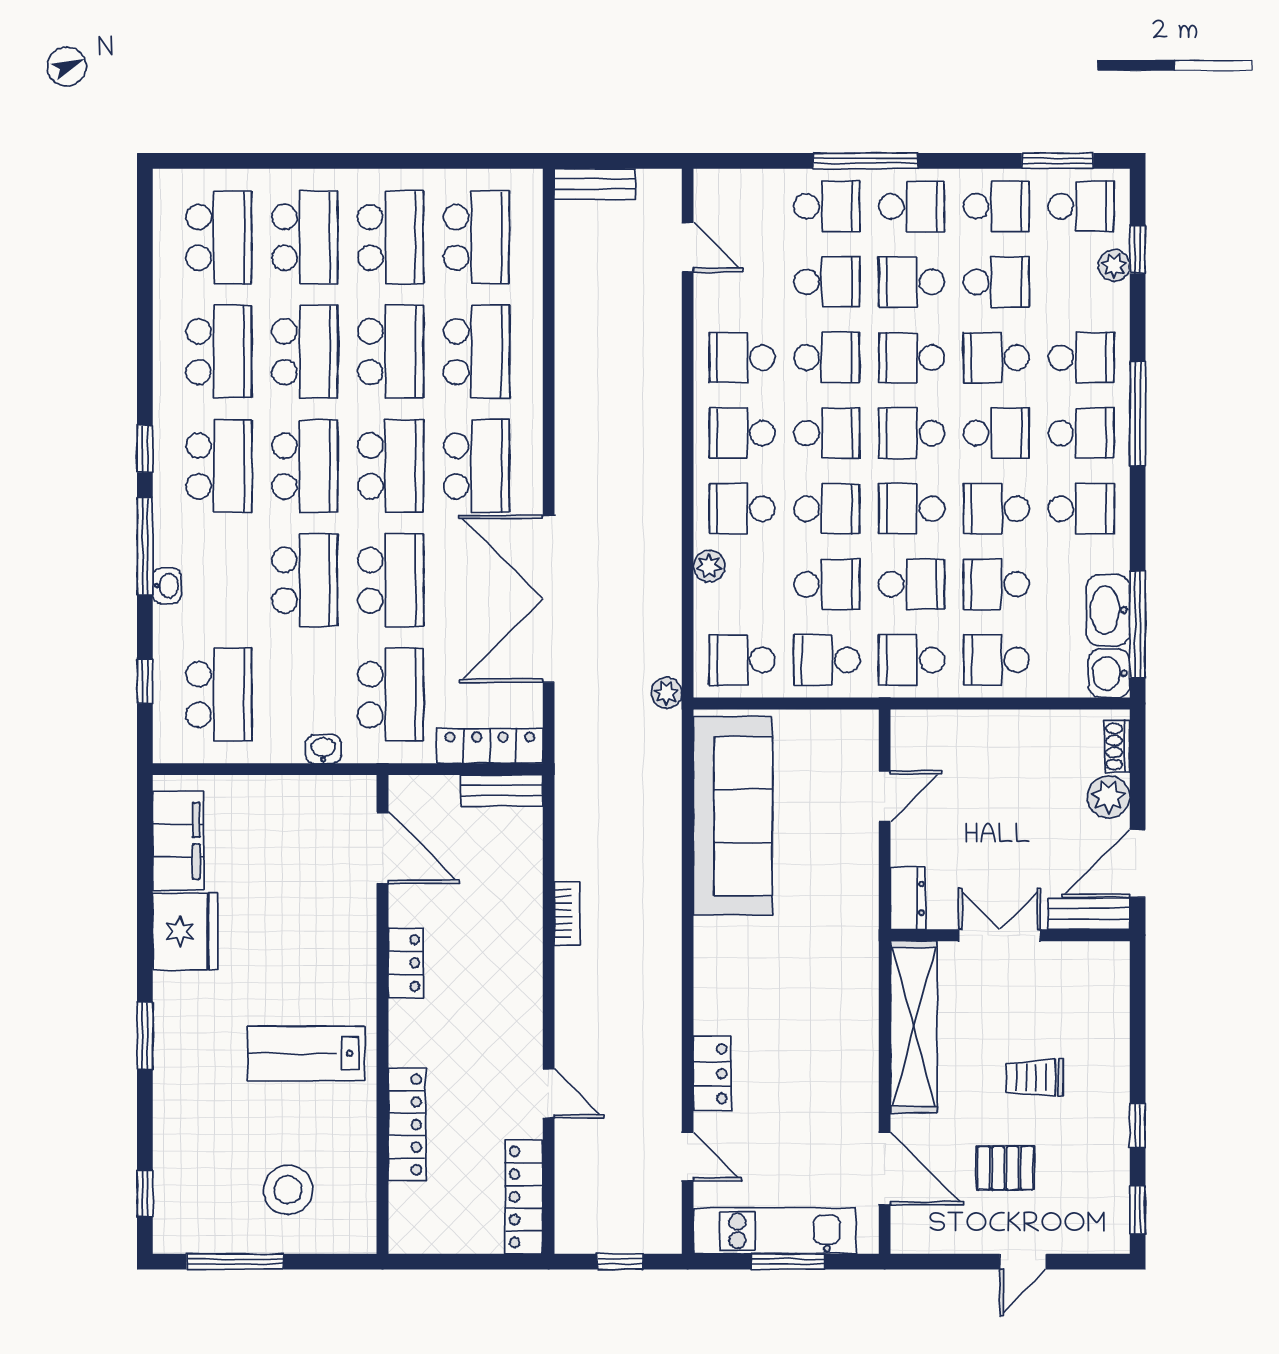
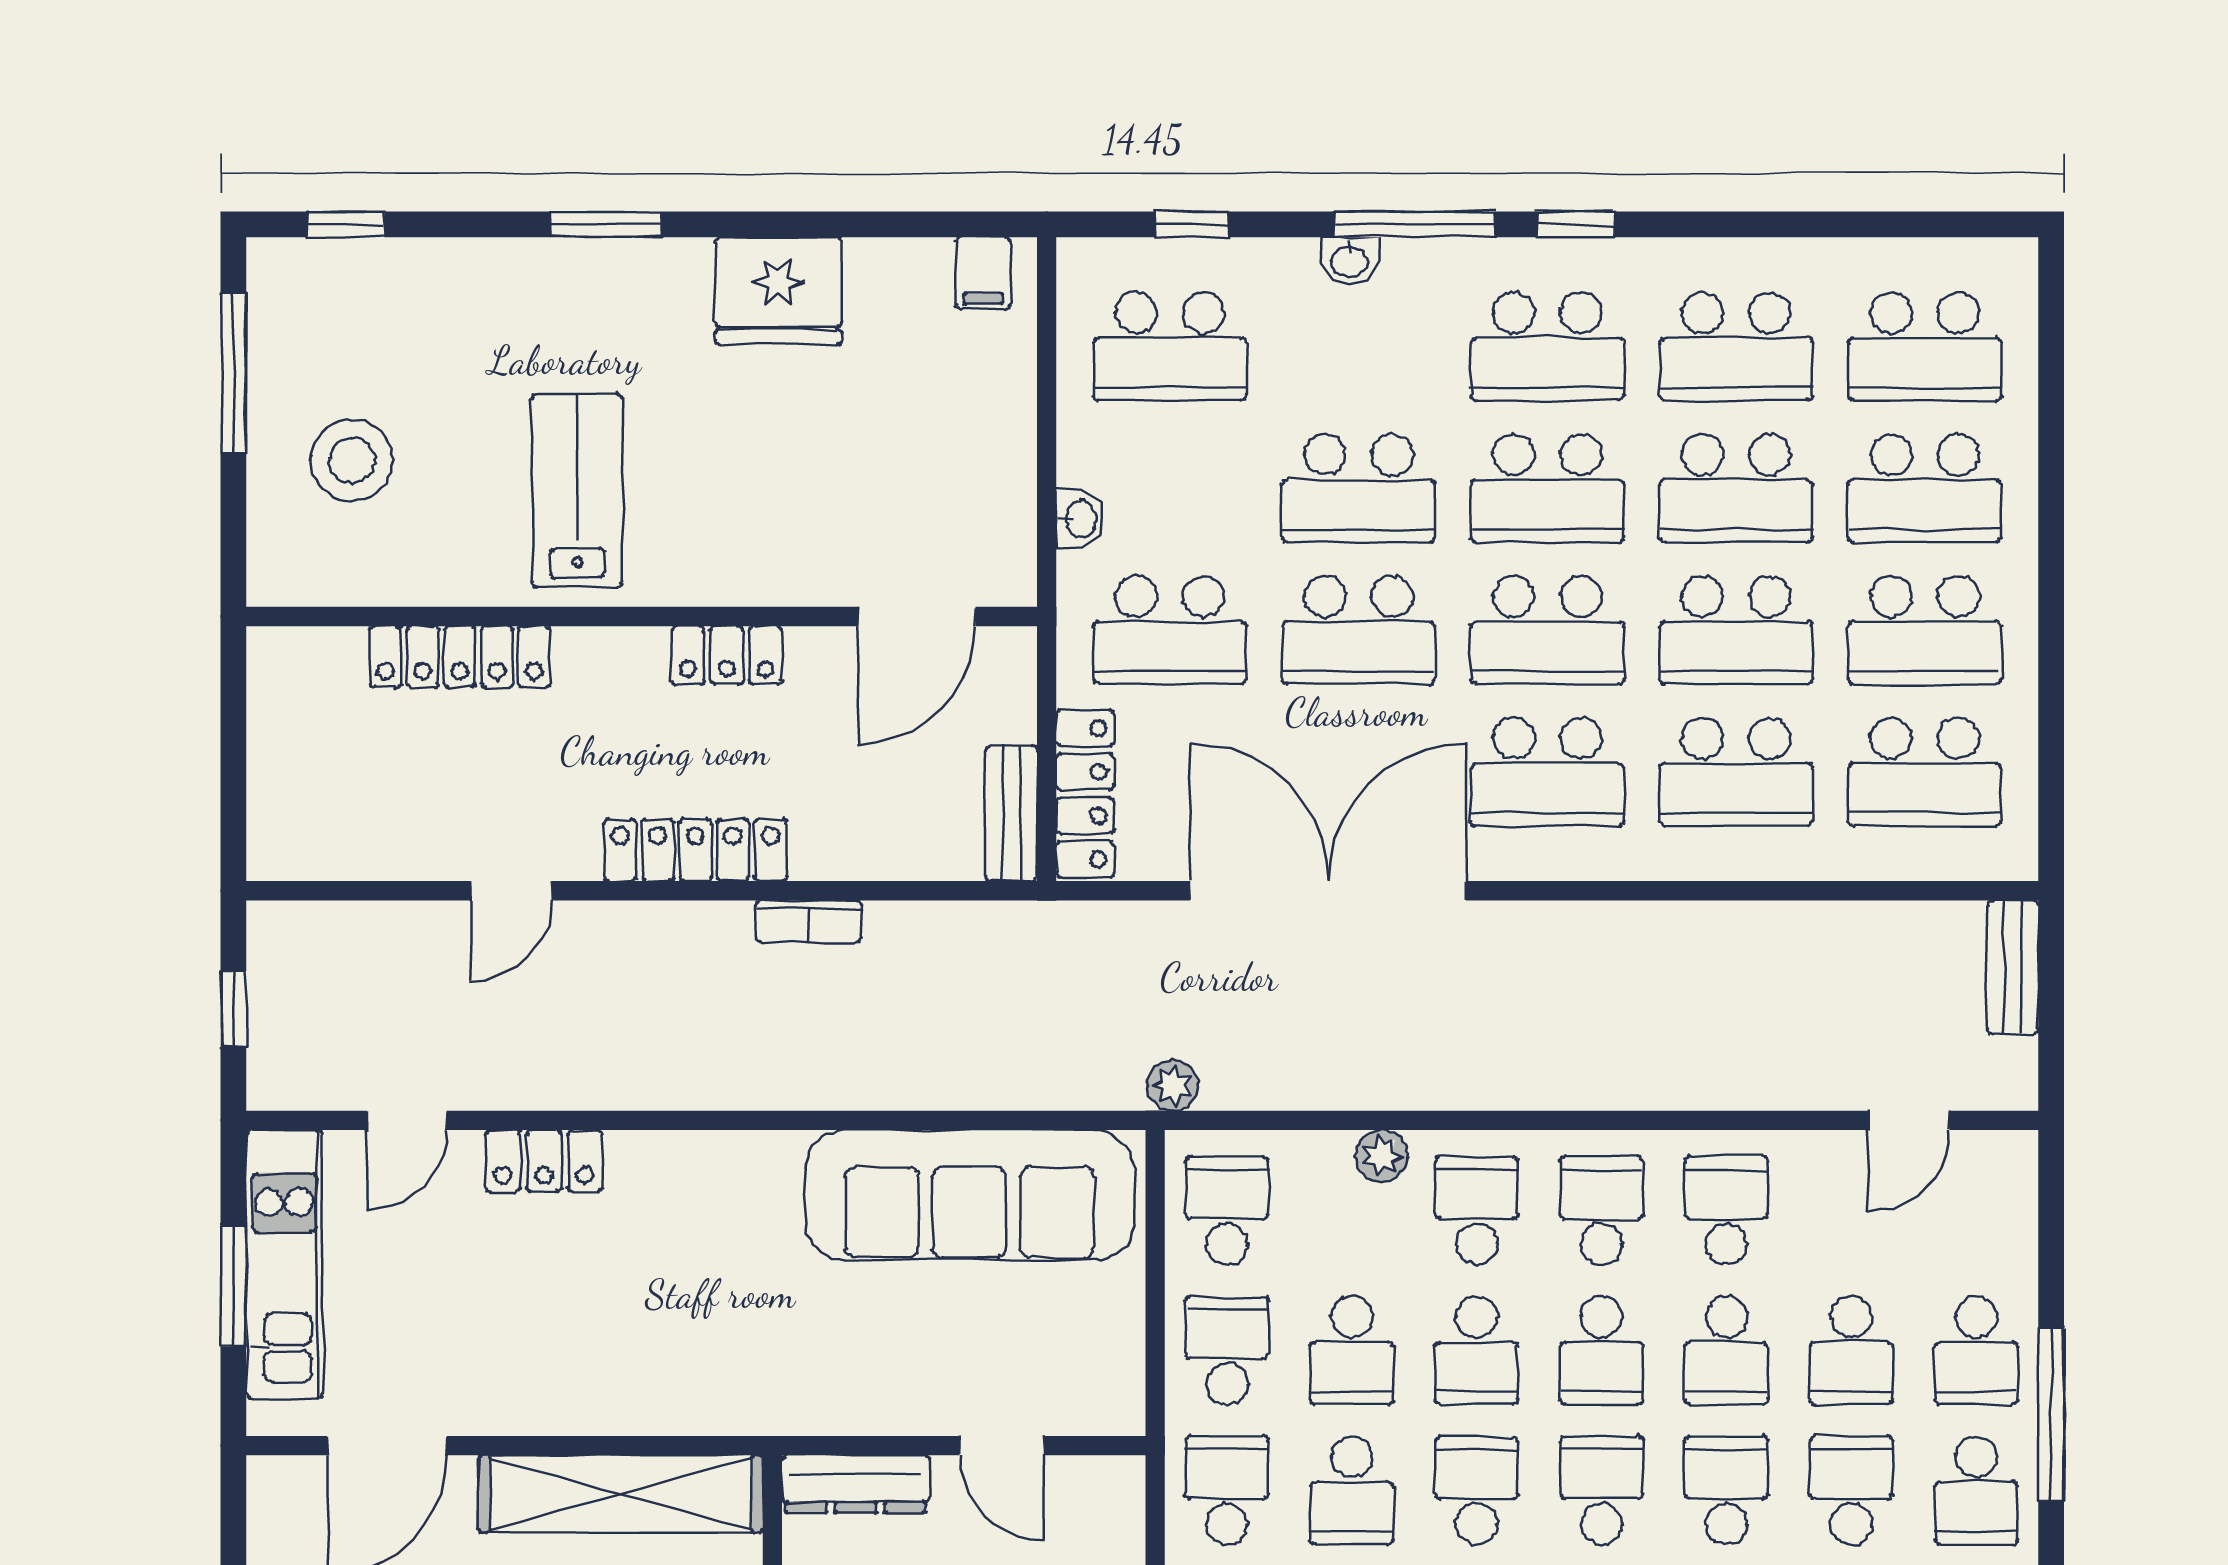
filing cabinet: (178, 841) -> (983, 273), width x0.33, depth x0.86
dresser: (908, 898) -> (856, 1484), width x1.44
locker: (524, 1197) -> (695, 850), moved

